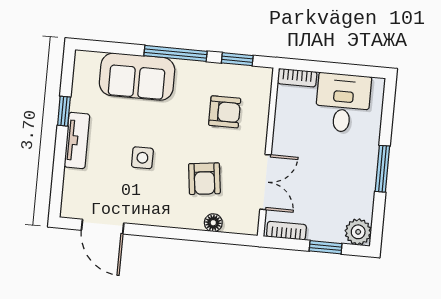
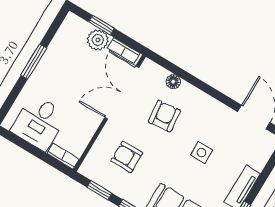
double door: (266, 182) -> (122, 93), width x1.37
plant: (358, 232) -> (98, 40), moved

